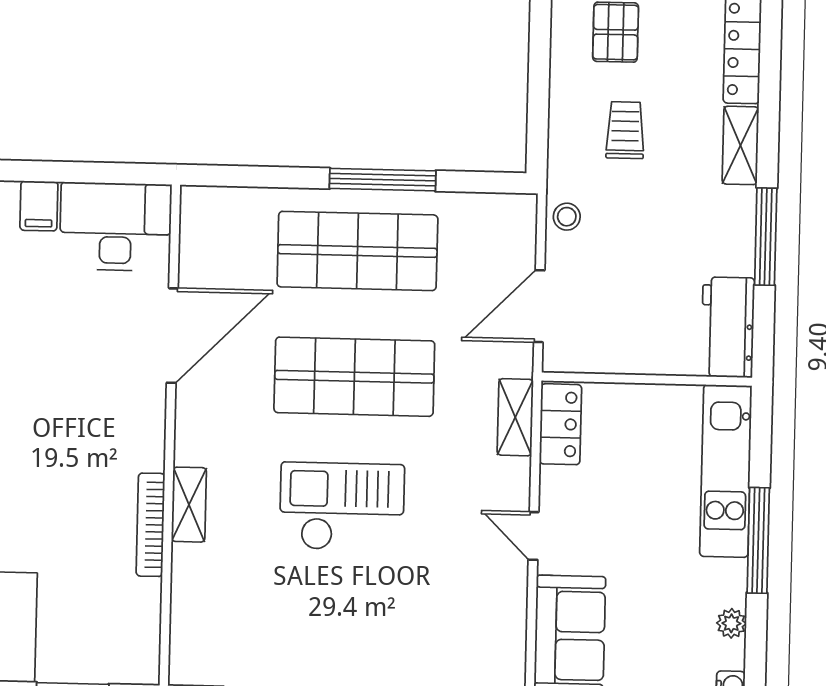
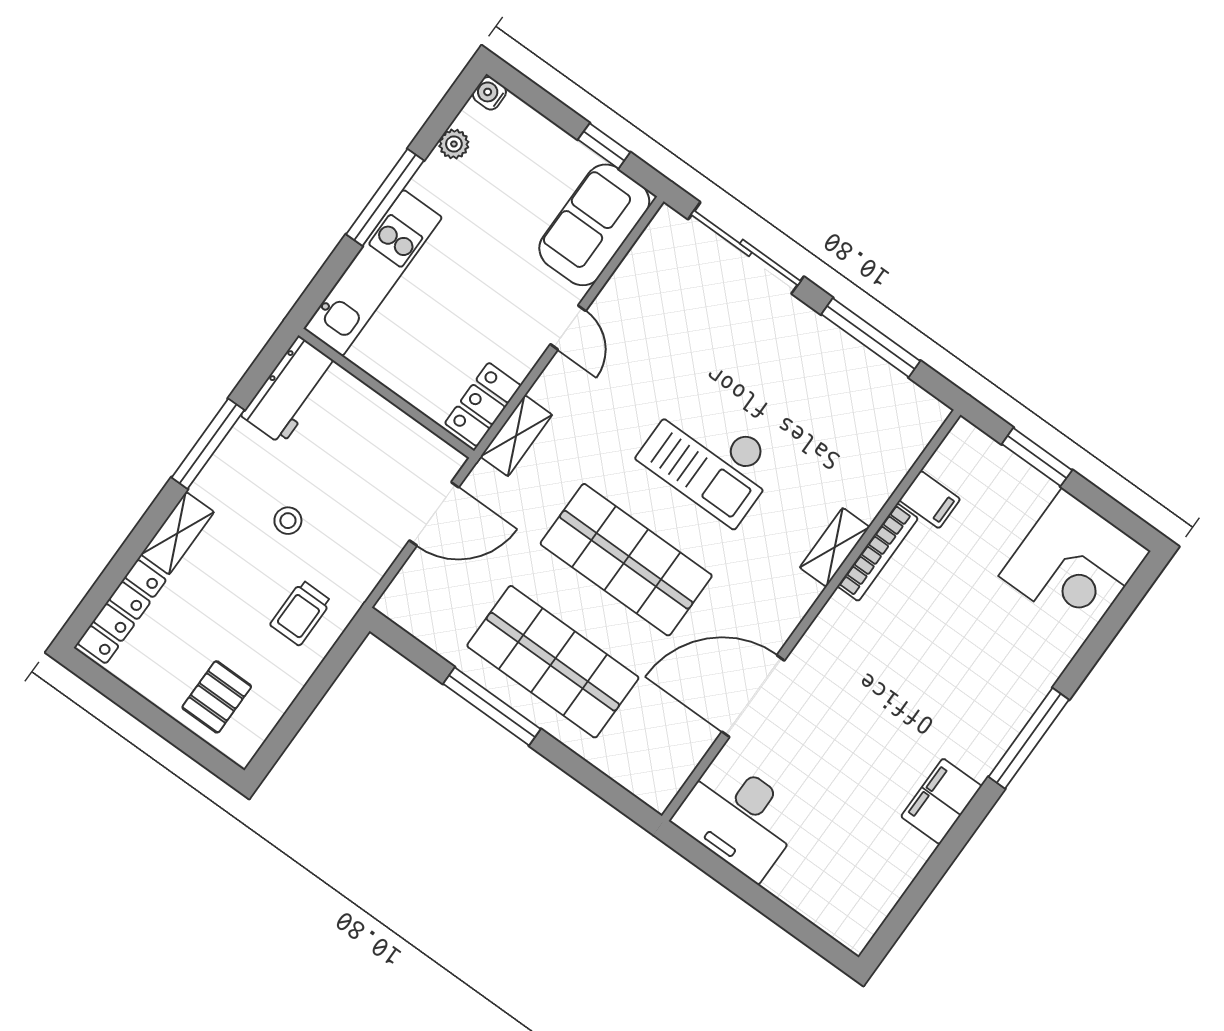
trolley: (625, 130) -> (301, 613), moved
filing cabinet: (39, 206) -> (930, 500), moved, turned 90
stool: (567, 217) -> (288, 521), moved

